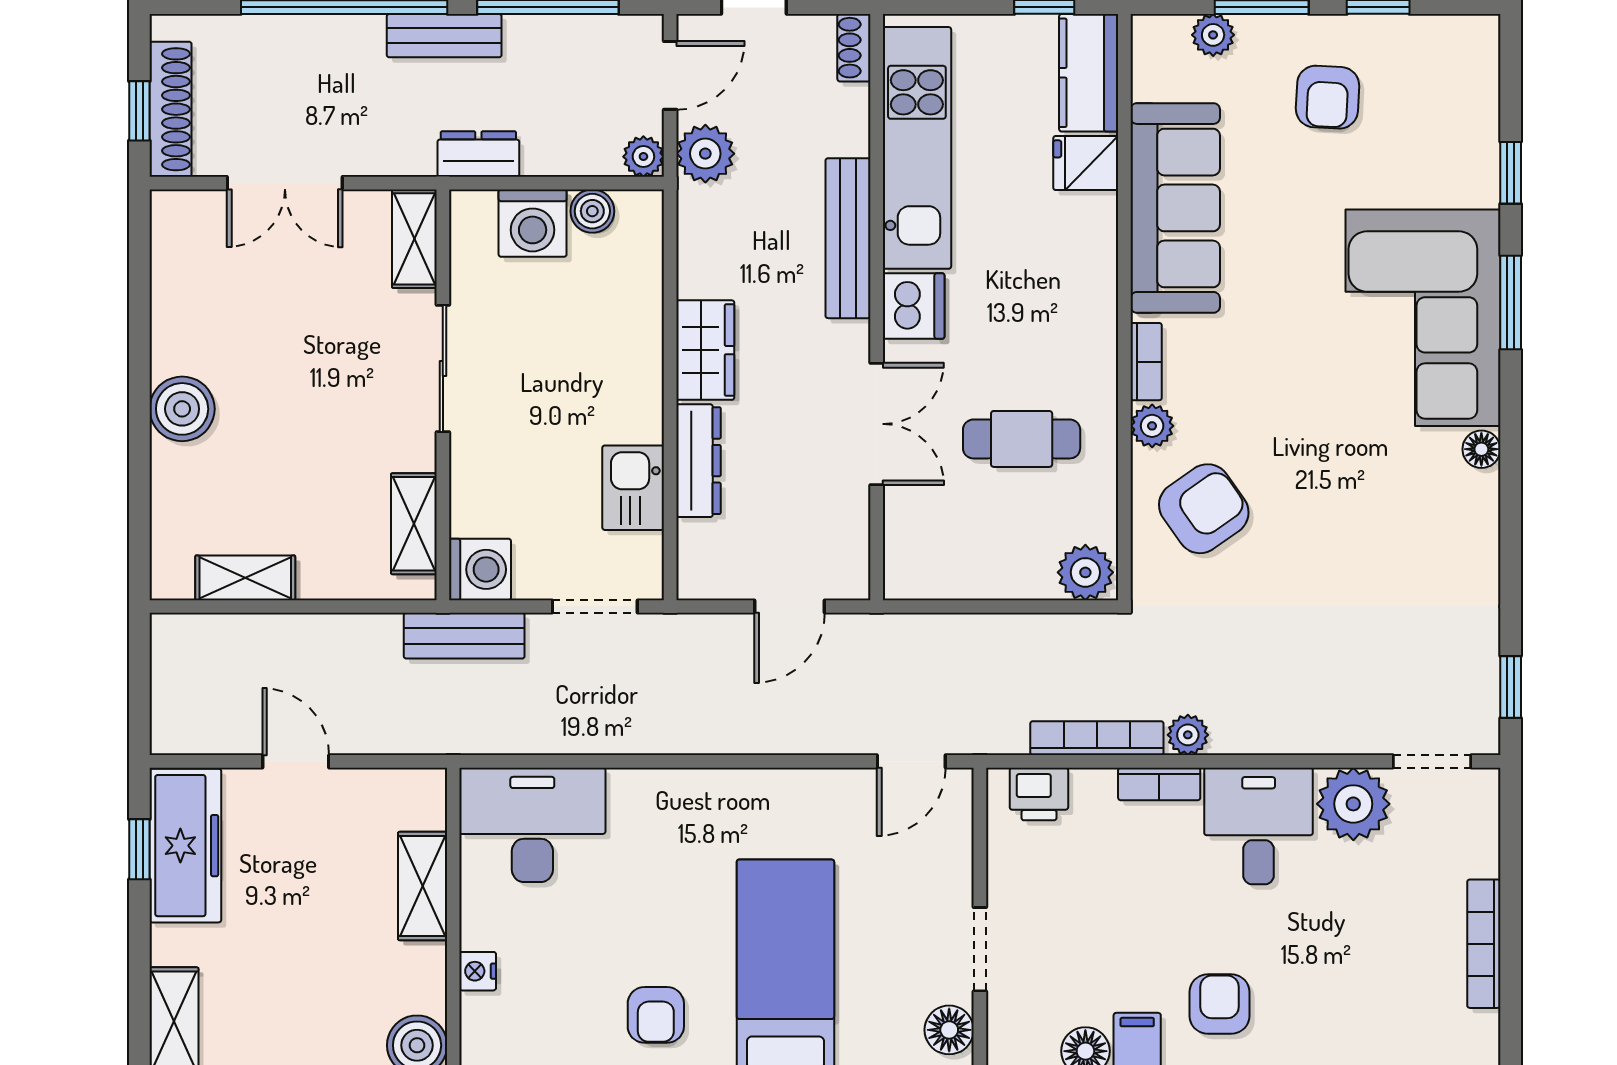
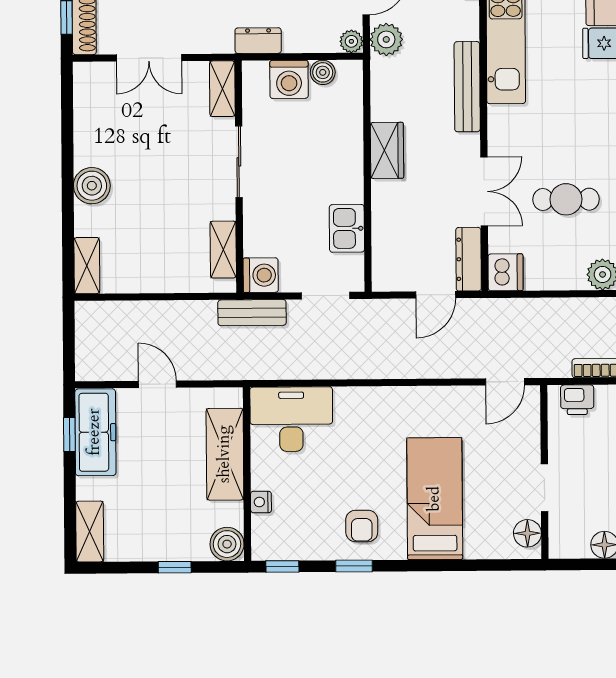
dishwasher: (914, 306) -> (506, 272), moved
dresser: (698, 461) -> (469, 259), moved, turned 180
shelving: (245, 578) -> (87, 266), moved, turned 90
shelving: (423, 886) -> (225, 454), width x1.50, depth x1.33

